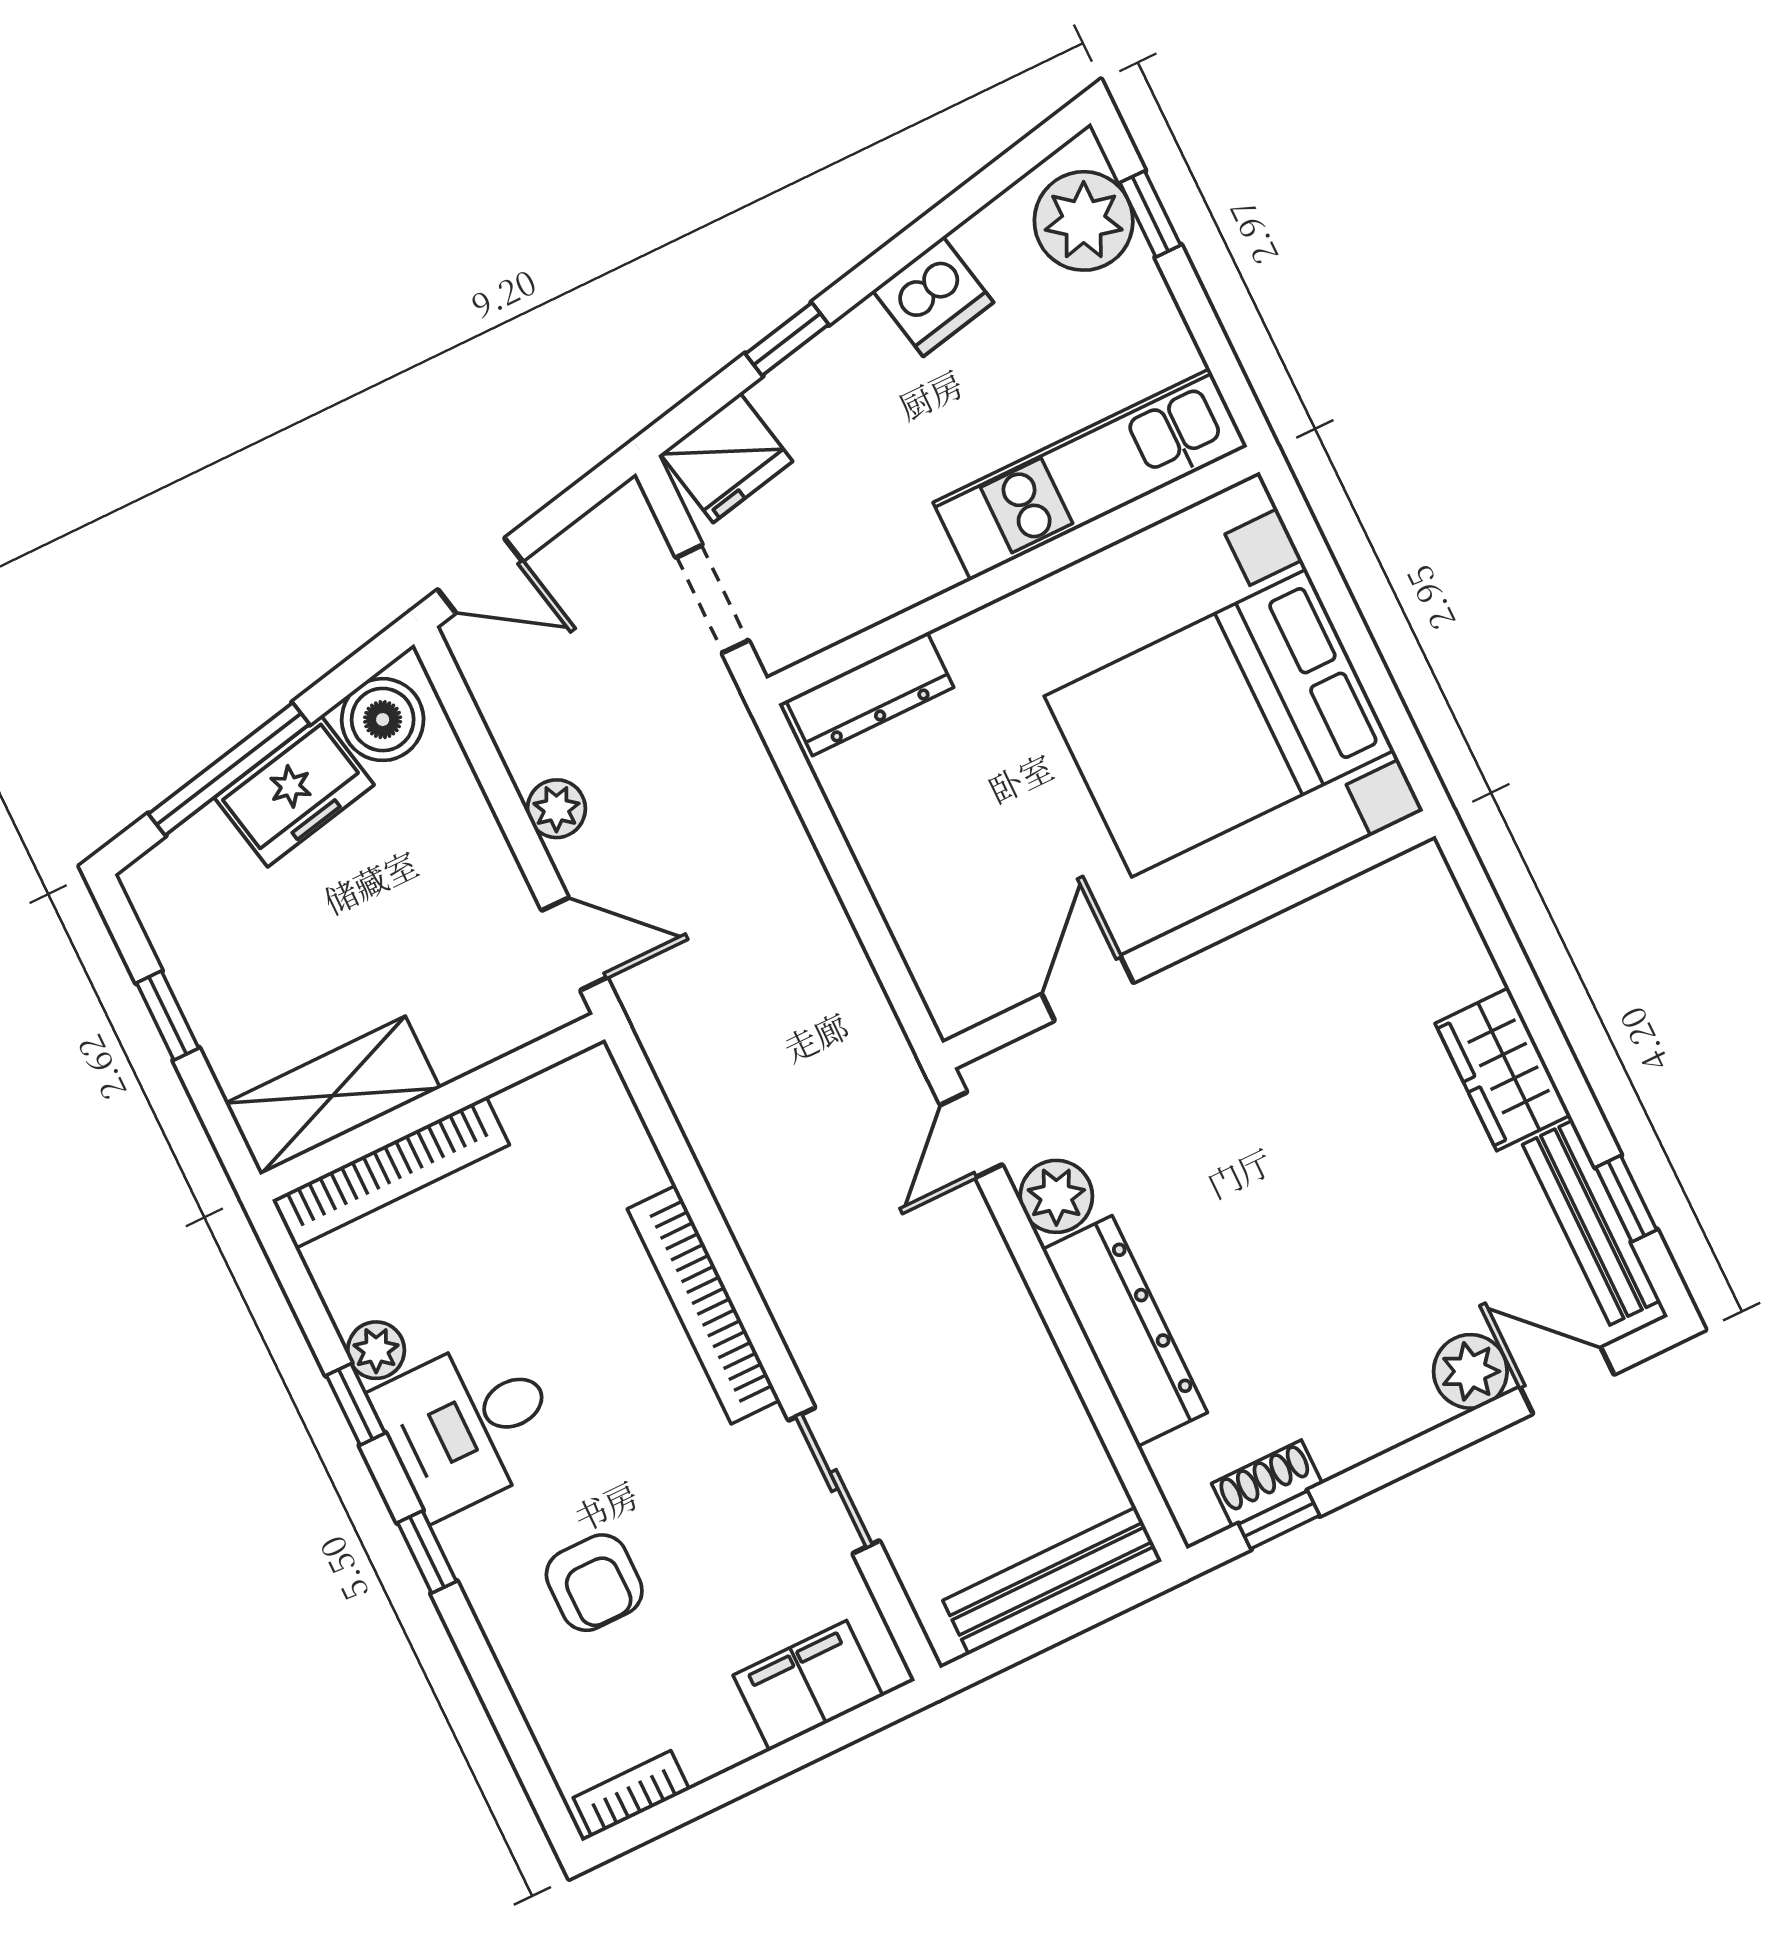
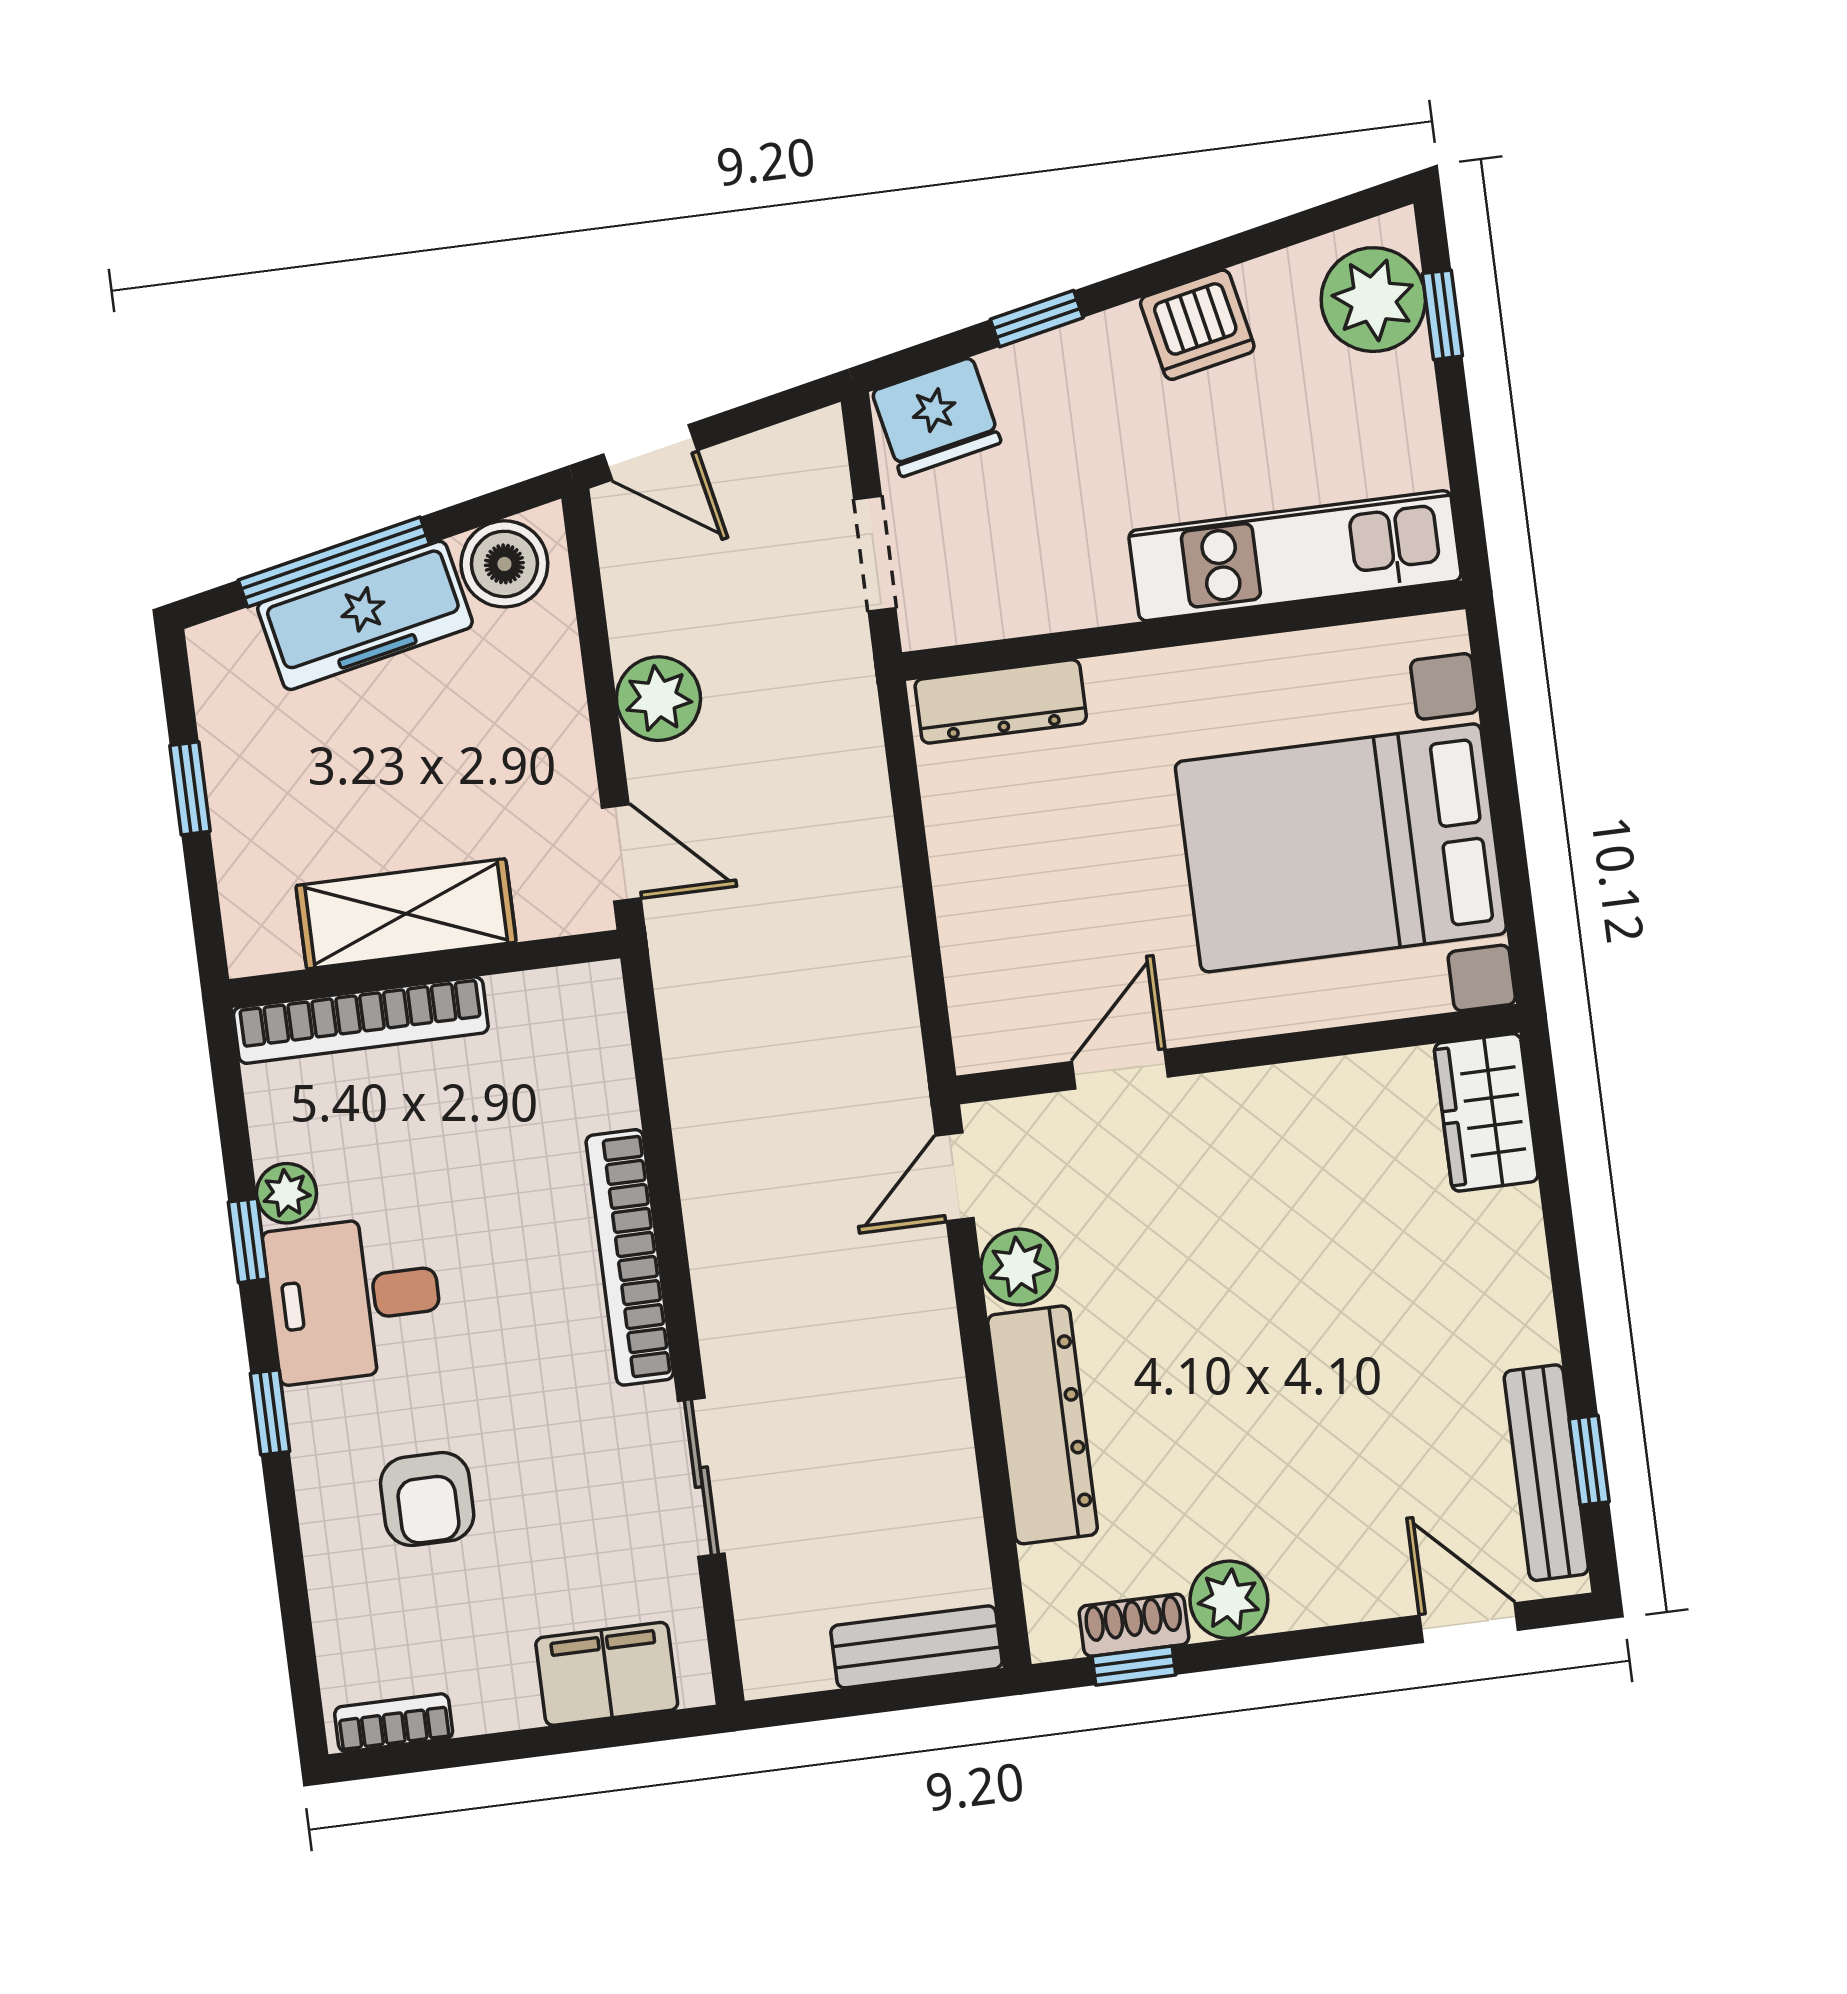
freezer: (294, 791) -> (365, 615), width x1.40
plant: (556, 809) -> (658, 699), width x1.38, depth x1.38
wardrobe: (1503, 1069) -> (1486, 1112), moved
shelving: (333, 1096) -> (406, 914), moved
plant: (1470, 1371) -> (1229, 1600), moved
bench: (1052, 1581) -> (916, 1647), width x0.73

